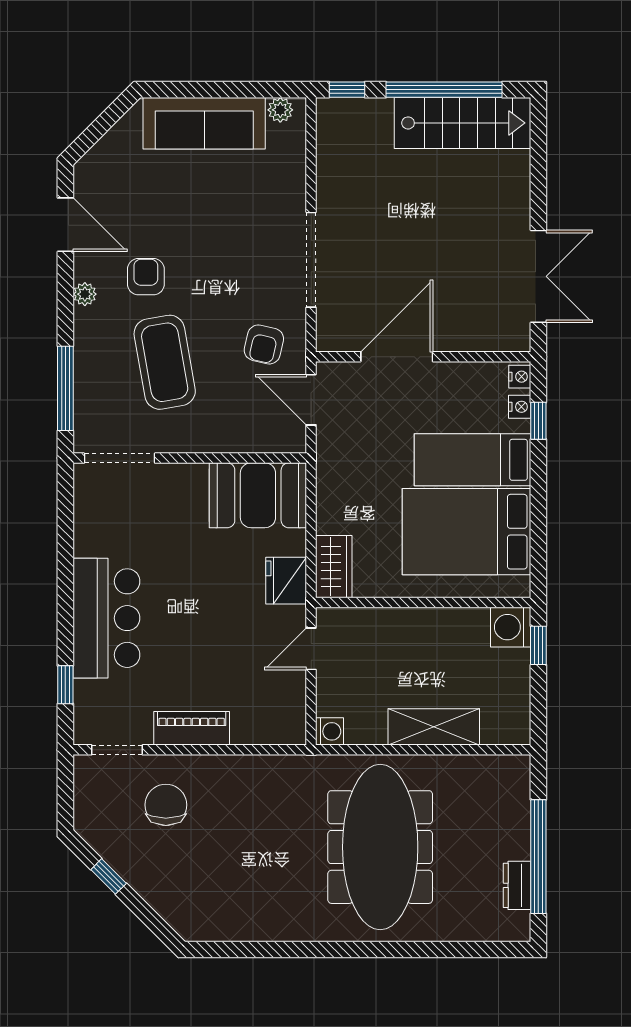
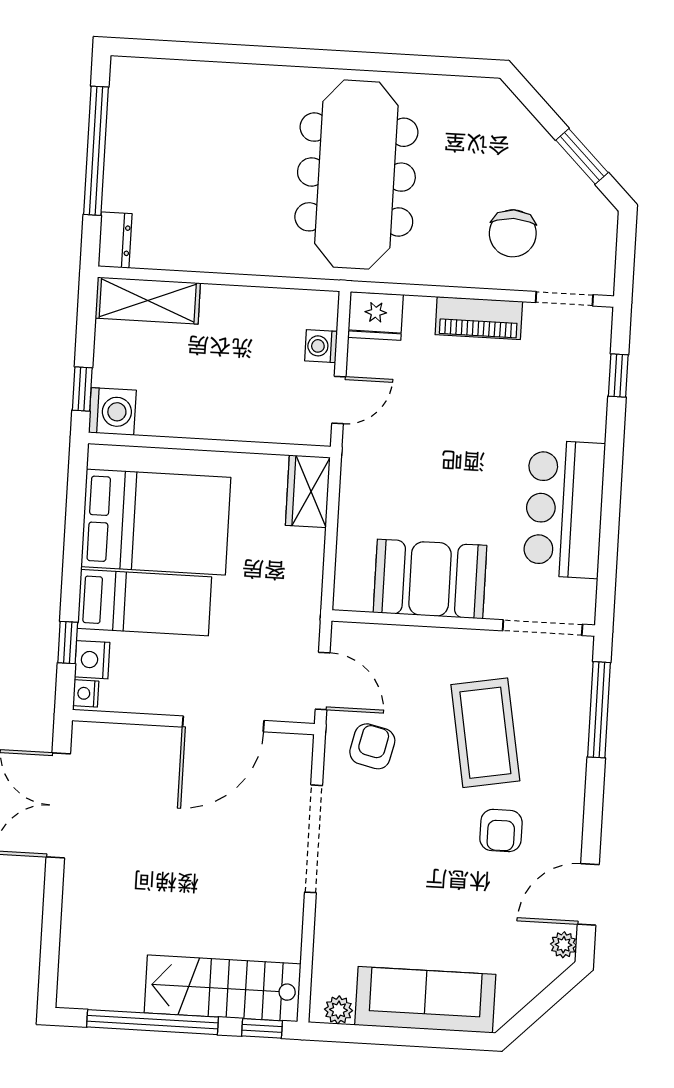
stairs: (463, 123) -> (223, 988), moved
door: (65, 225) -> (588, 894), hinge flipped
plant: (85, 294) -> (564, 945), moved
nightstand: (520, 407) -> (92, 660), width x1.39, depth x1.35
booth: (258, 495) -> (430, 579), moved
fridge: (286, 581) -> (376, 316), moved, turned 90
bar counter: (106, 618) -> (564, 509), moved
shelving: (434, 727) -> (148, 301), moved
washing machine: (330, 731) -> (321, 346), moved
meeting table: (380, 847) -> (356, 175), moved
window: (109, 876) -> (582, 156), width x1.50
dresser: (517, 885) -> (115, 240), moved

